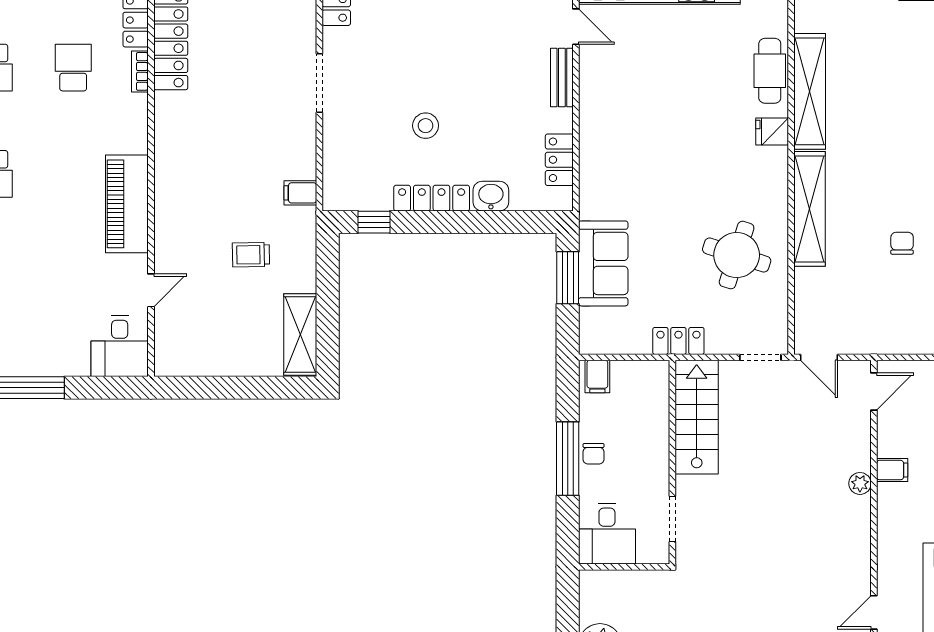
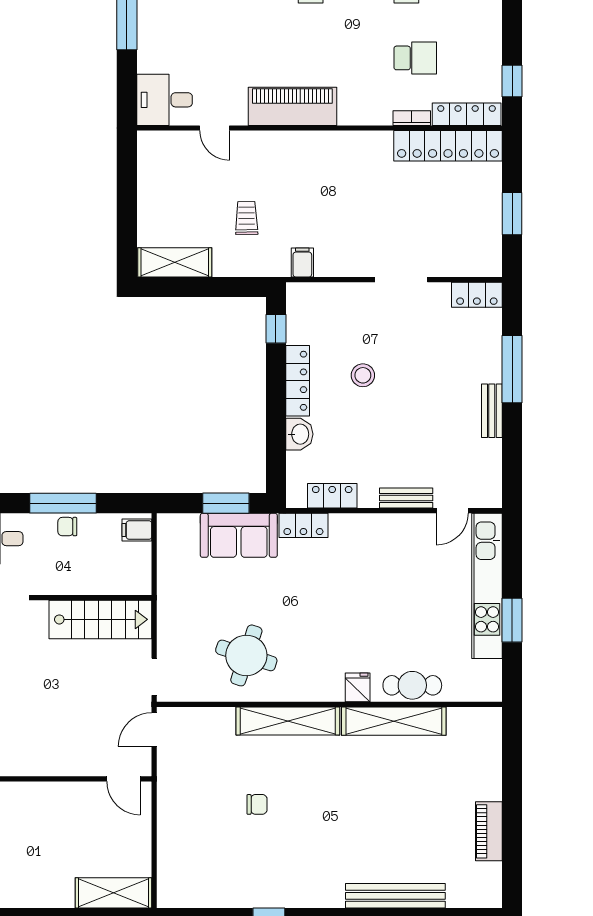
locker: (678, 341) -> (303, 525), moved, turned 90
filing cabinet: (892, 470) -> (53, 796), removed
plant: (860, 483) -> (41, 767), removed

